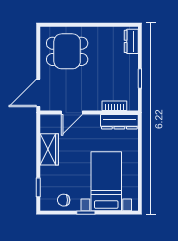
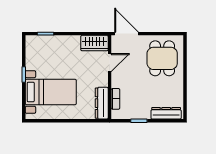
dresser: (131, 41) -> (166, 113), width x1.44
door: (72, 113) -> (110, 63), swing flipped
wardrobe: (49, 149) -> (94, 43), moved
chair: (64, 200) -> (35, 55), removed

